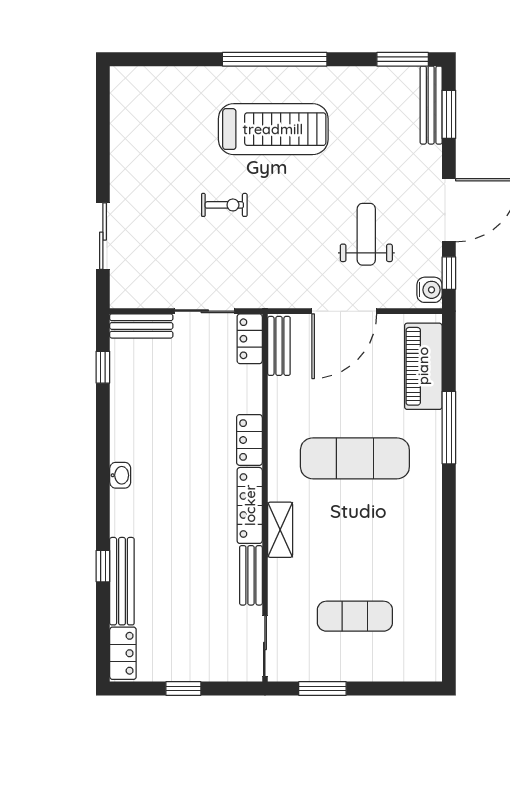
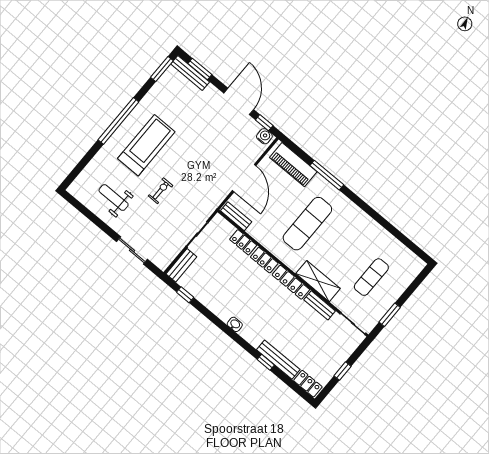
weight bench: (366, 234) -> (114, 198), moved
locker: (250, 339) -> (243, 242), moved
shelving: (280, 530) -> (318, 281), width x1.50, depth x1.33

